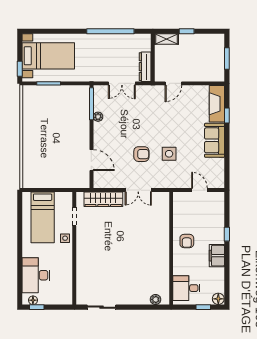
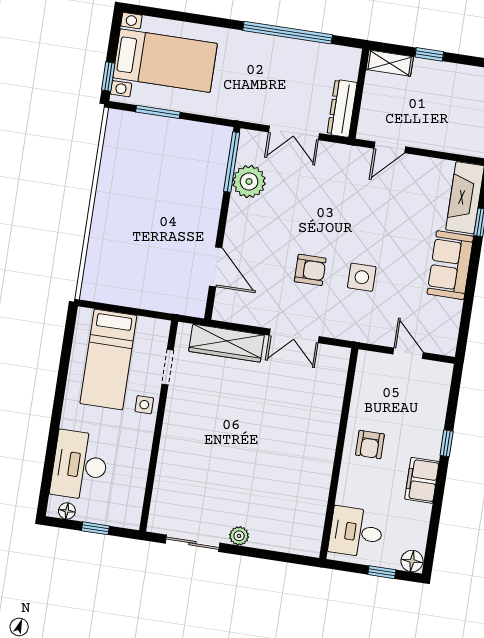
plant: (98, 117) -> (249, 182), width x1.87, depth x1.87
plant: (155, 299) -> (239, 536), moved
window: (37, 307) -> (95, 528), moved

